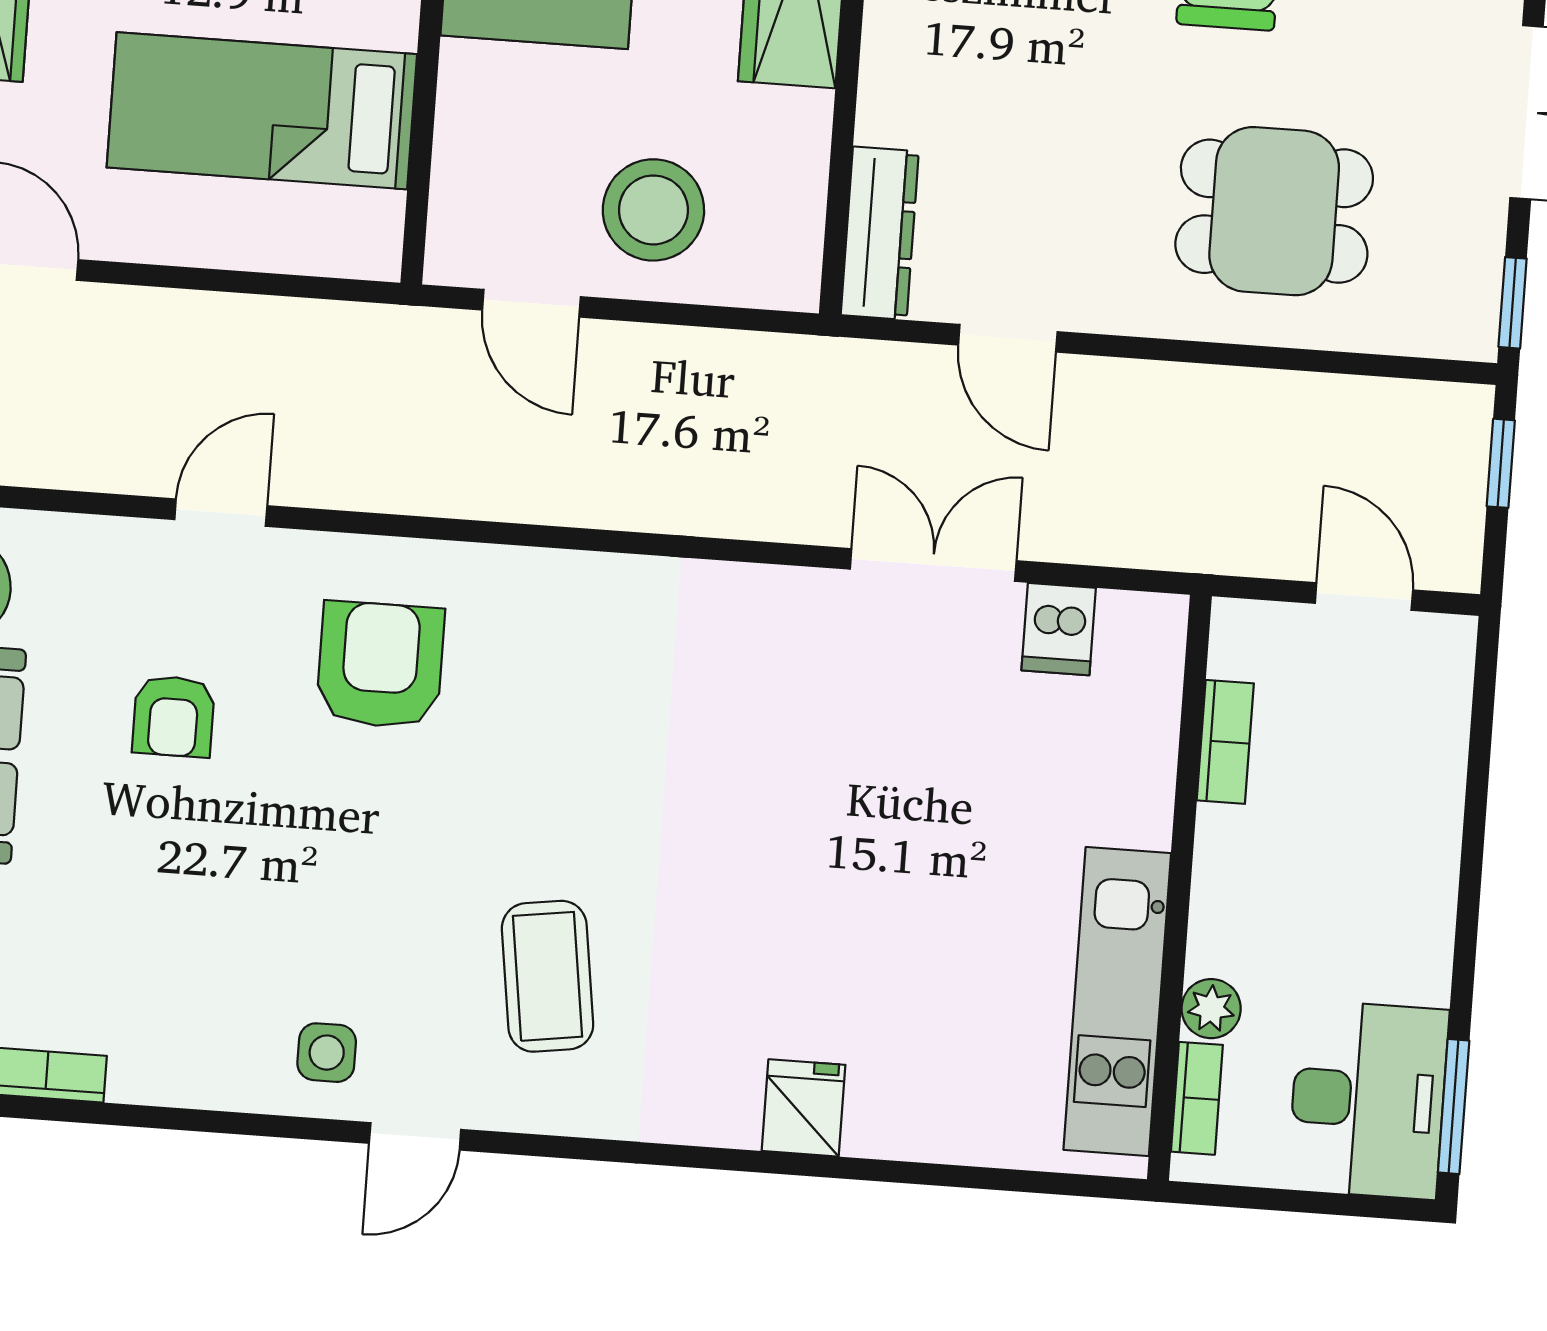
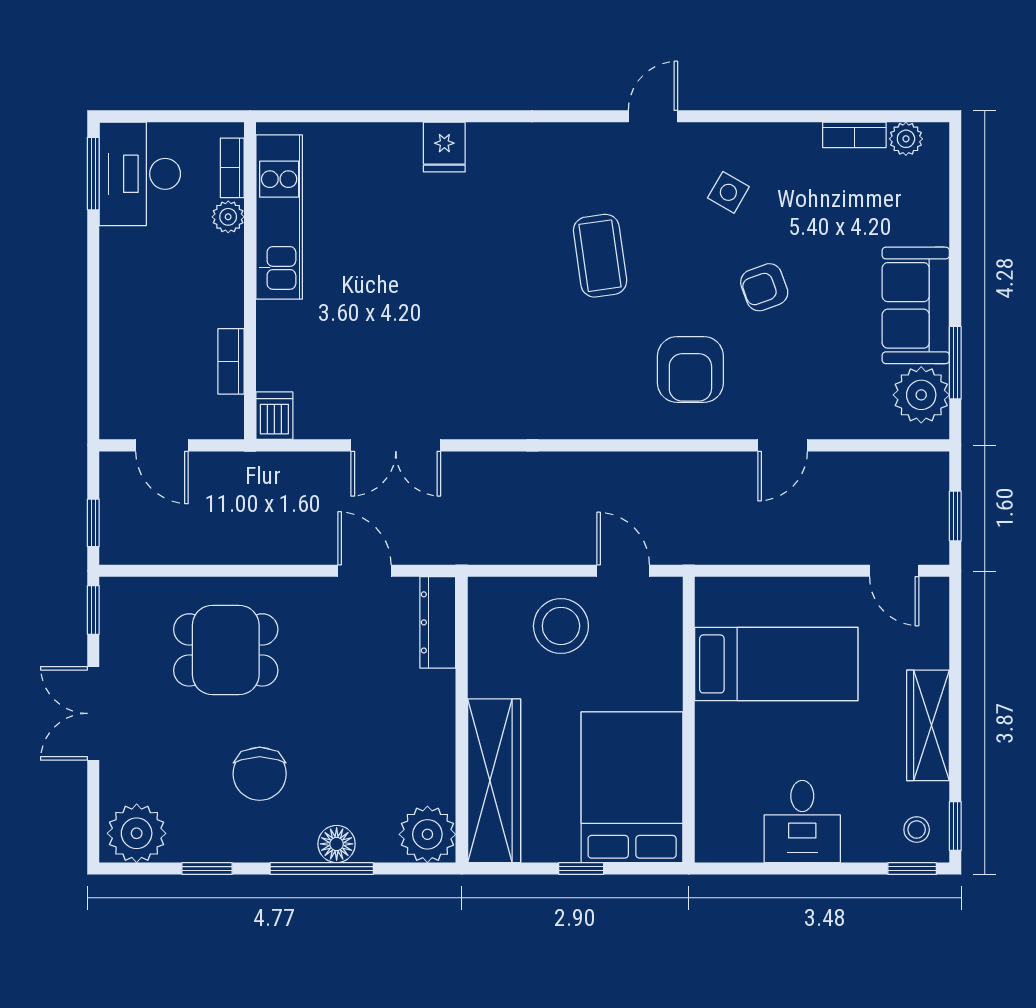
dishwasher: (1059, 629) -> (274, 416), moved
armchair: (173, 716) -> (764, 287), moved, turned -110
coffee table: (548, 976) -> (600, 256), moved
side table: (327, 1053) -> (728, 192), moved, turned 30

